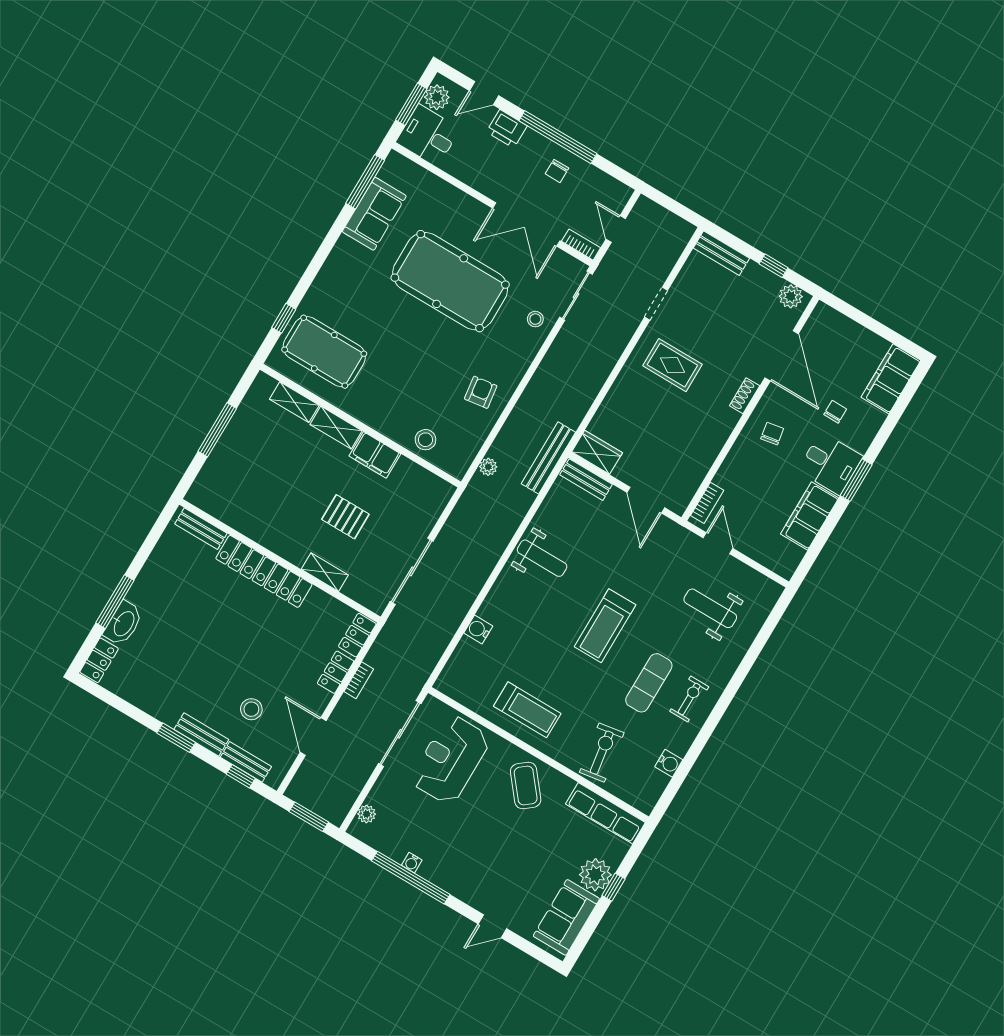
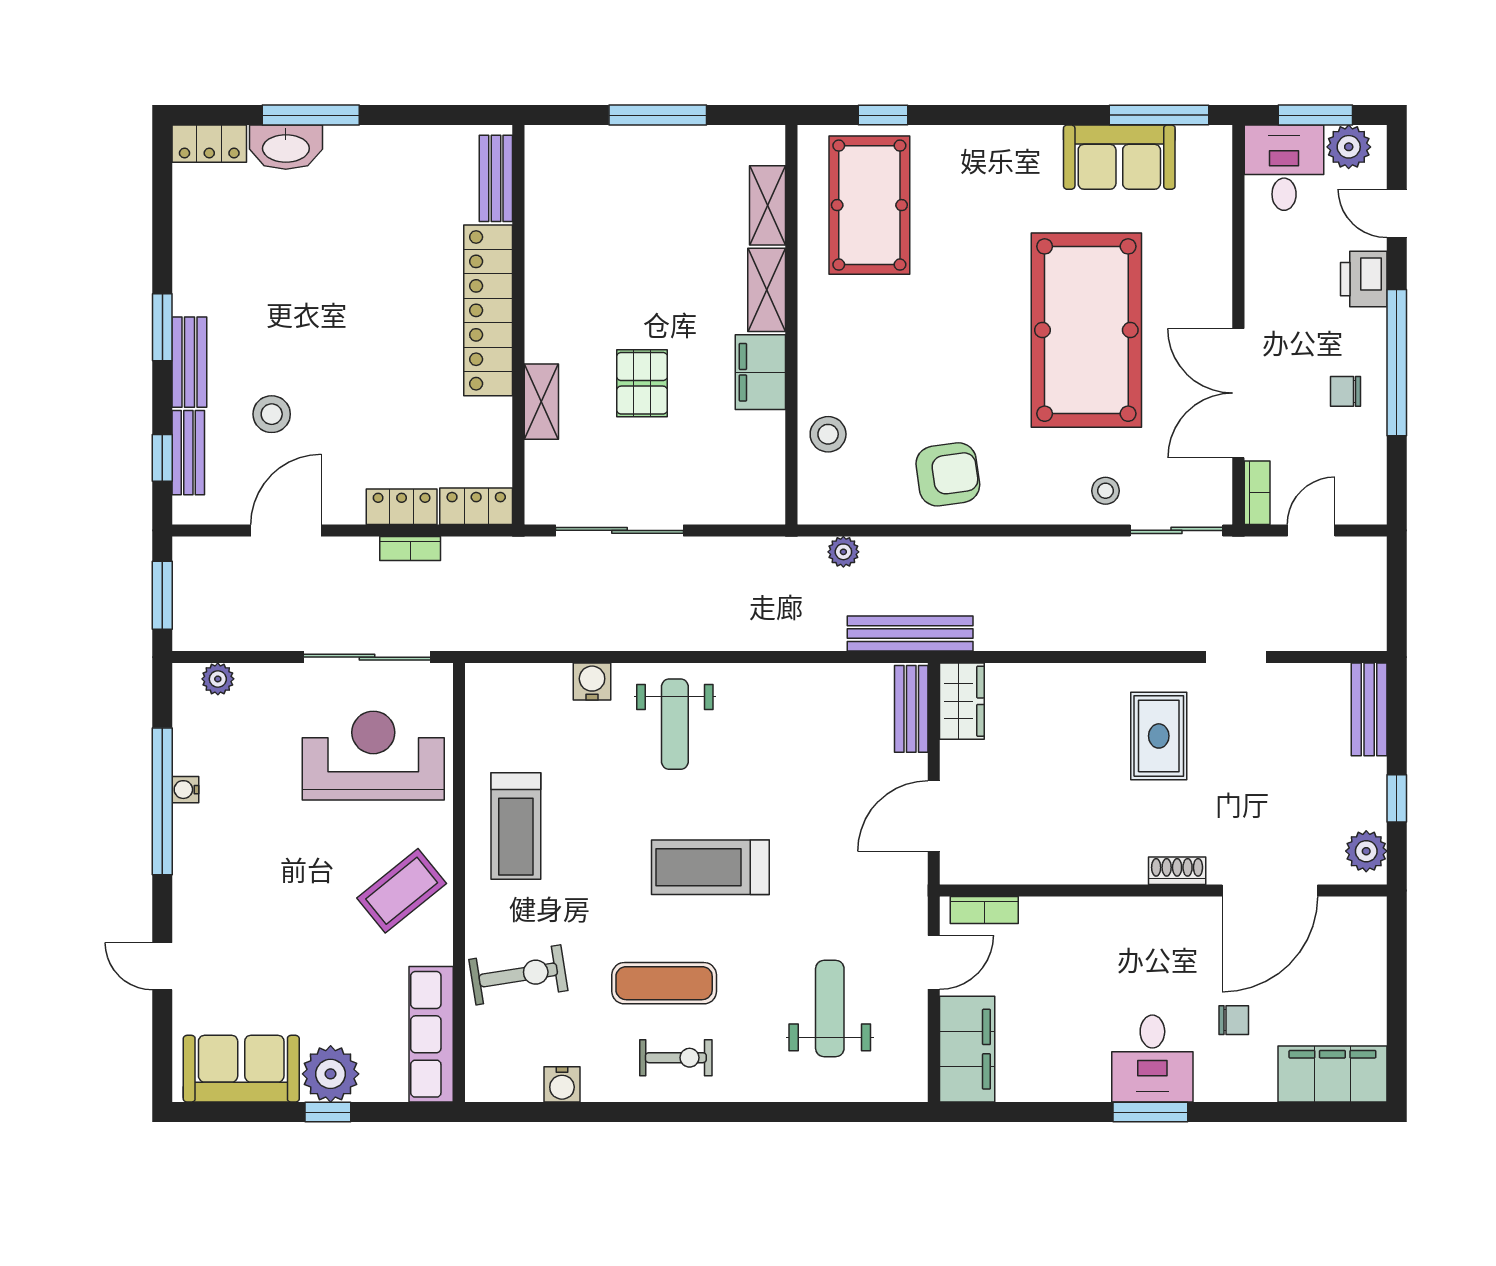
armchair: (481, 392) -> (948, 474), width x1.38, depth x1.38
chair: (772, 434) -> (1145, 946), removed
filing cabinet: (810, 516) -> (967, 1049), moved, turned 90
weight bench: (542, 558) -> (675, 724), moved

